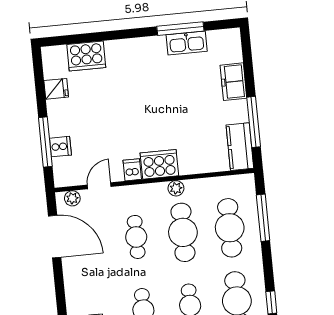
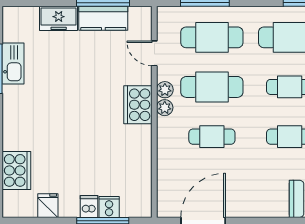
kitchen counter: (240, 147) -> (103, 18), moved
dishwasher: (132, 170) -> (89, 206), moved, turned 90
door: (99, 186) -> (154, 53), moved
plant: (72, 198) -> (165, 108), moved

